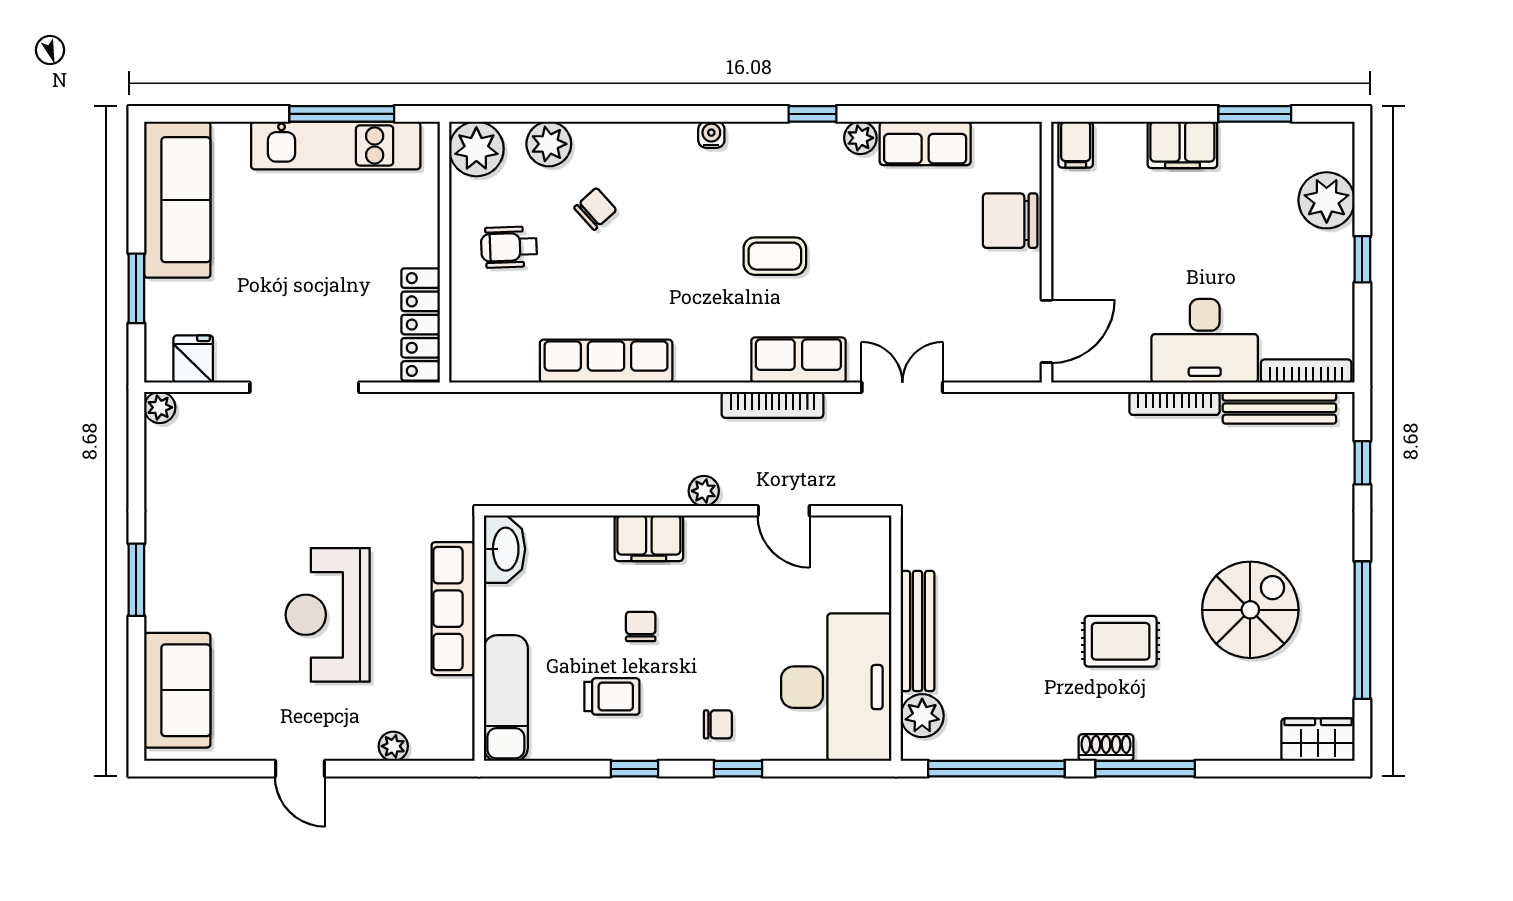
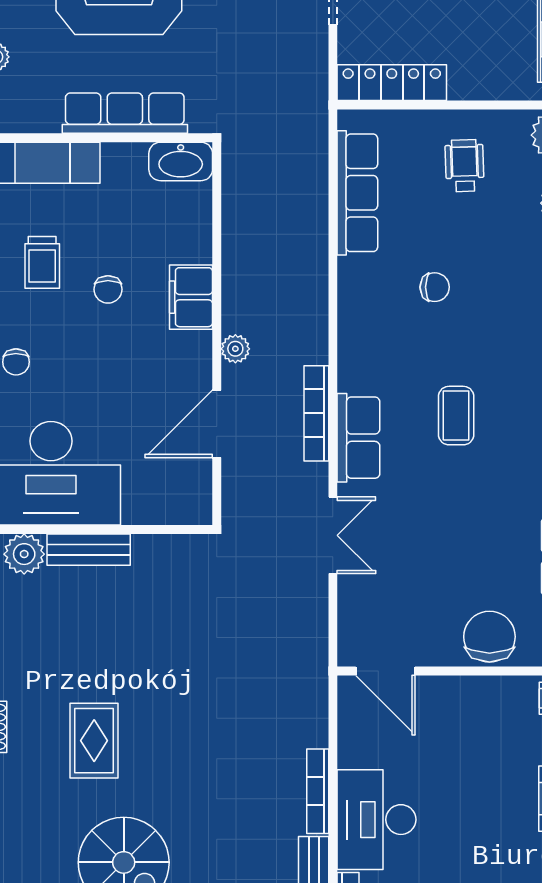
chair: (595, 209) -> (435, 287), moved, turned -48
row of seats: (606, 361) -> (357, 193), moved
door: (784, 511) -> (217, 424), width x1.38
chair: (641, 626) -> (108, 289), turned 90
bench: (918, 631) -> (89, 550), width x0.73

